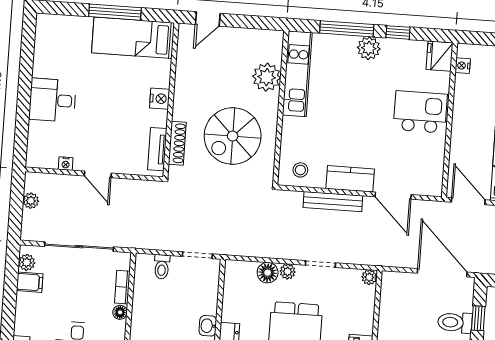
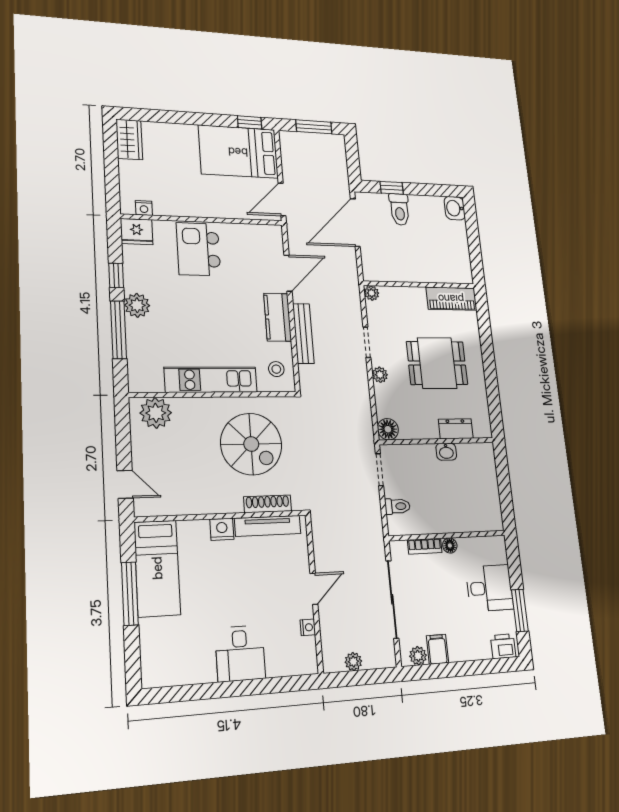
kitchen unit: (297, 74) -> (211, 380), moved
plant: (267, 77) -> (156, 413), moved
tv unit: (157, 149) -> (268, 526), width x1.41
floor lamp: (268, 273) -> (388, 429), moved

